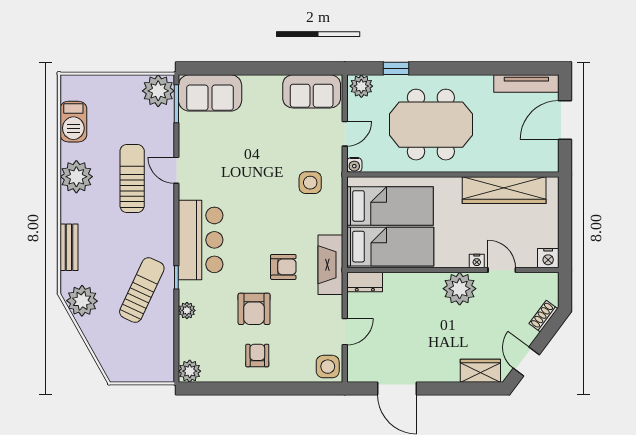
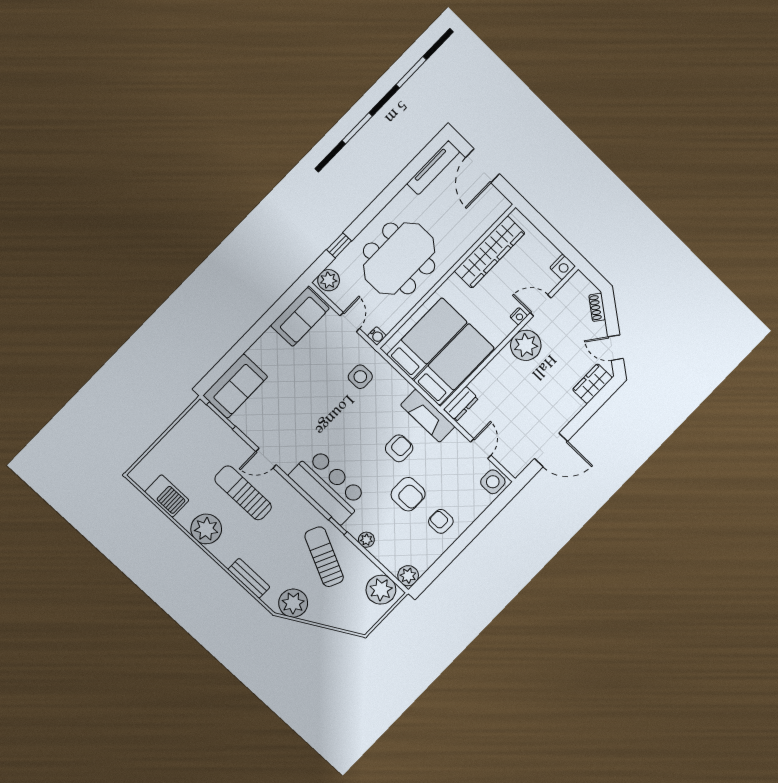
plant: (158, 91) -> (381, 590), moved

